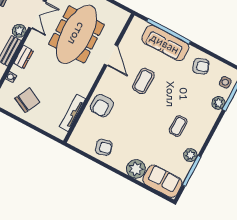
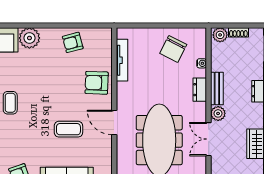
door: (111, 55) -> (114, 122), moved
coffee table: (143, 81) -> (68, 129), turned 90
armchair: (102, 106) -> (97, 83), turned -88

